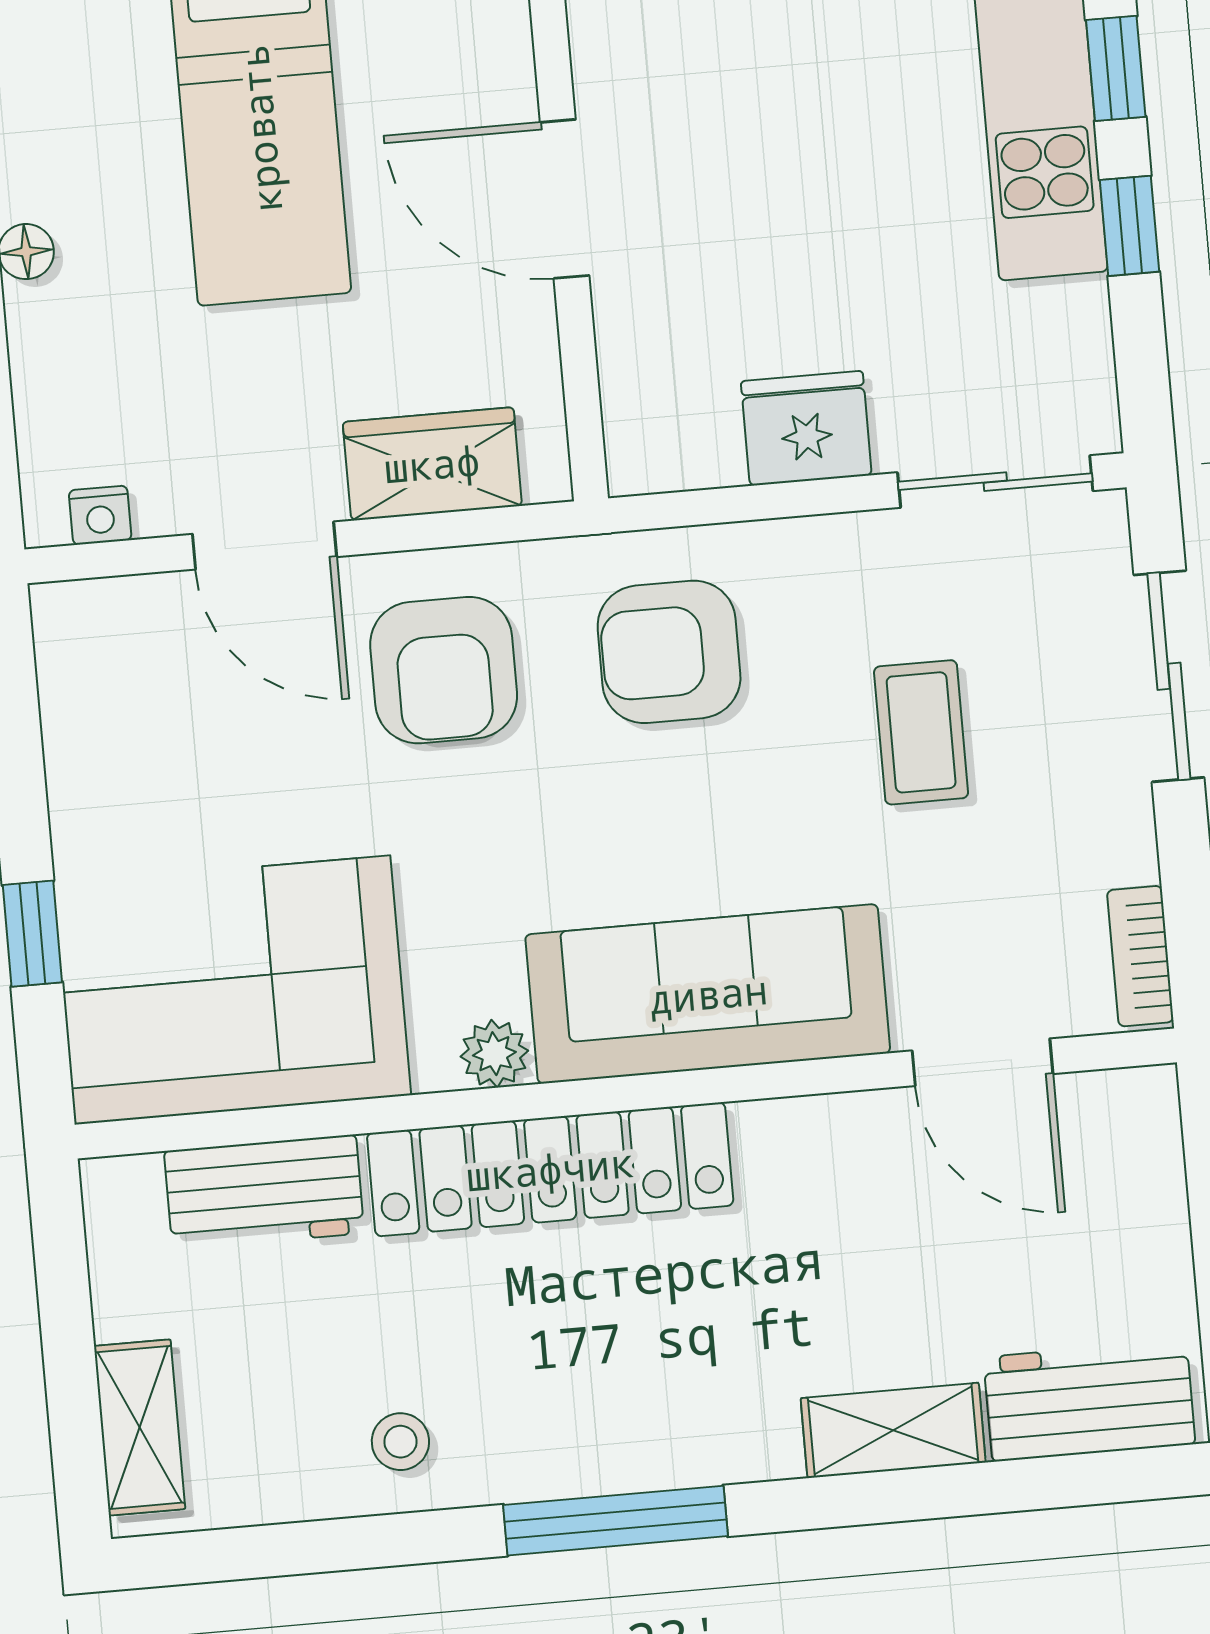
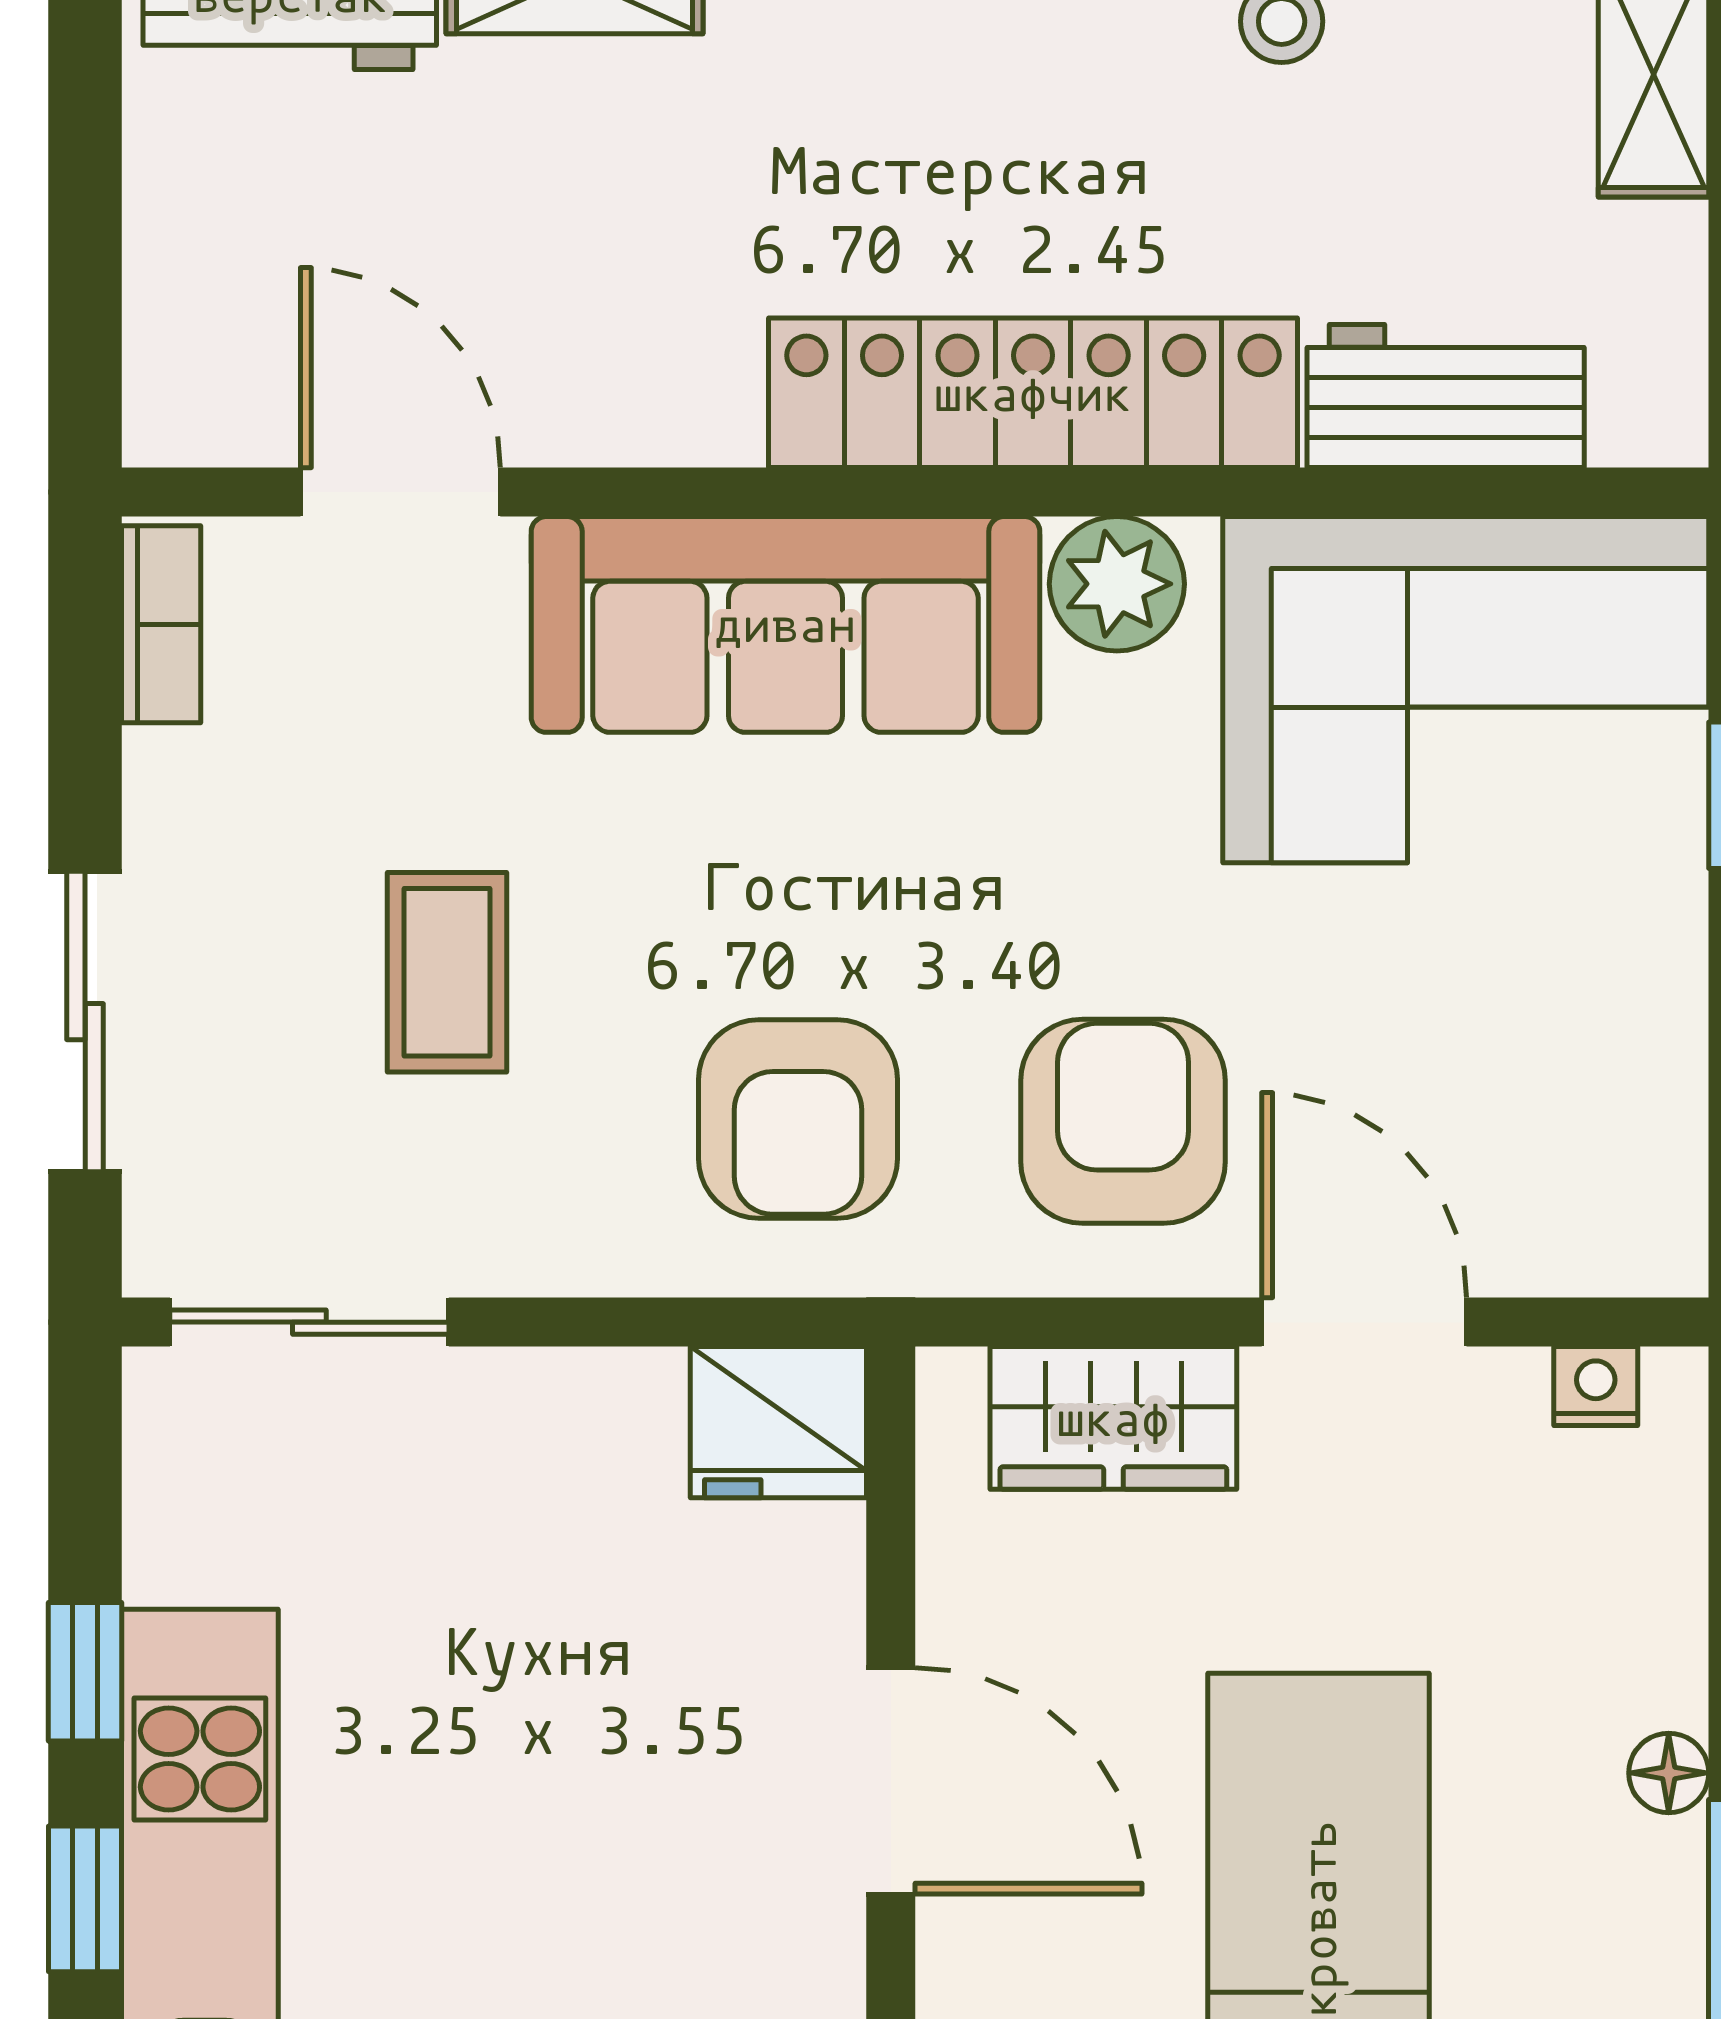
fridge: (806, 428) -> (778, 1422), moved
armchair: (669, 652) -> (798, 1119), turned 90
plant: (494, 1054) -> (1117, 584), width x1.38, depth x1.38

